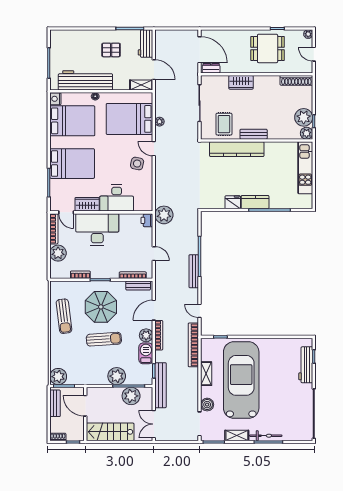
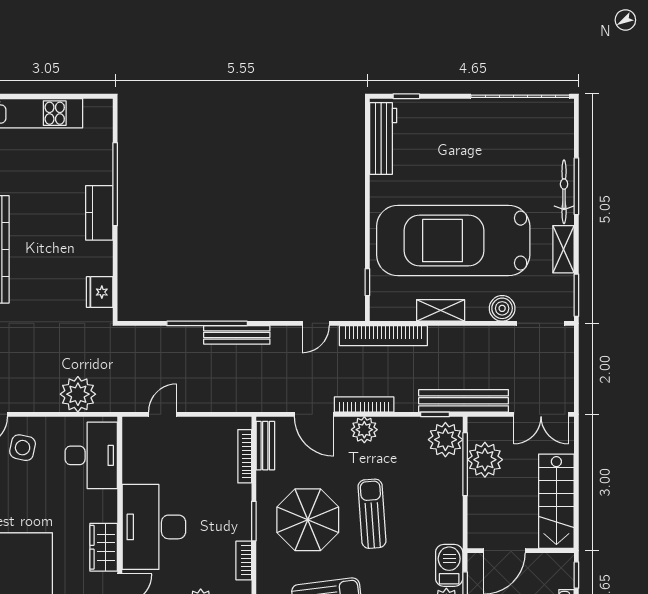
desk: (117, 198) -> (91, 455), moved
fridge: (233, 202) -> (100, 292), moved
plant: (164, 215) -> (78, 394), moved
printer: (147, 220) -> (136, 428), removed
door: (154, 254) -> (163, 414), moved
barbecue: (146, 353) -> (449, 565), moved, turned 90
workbench: (306, 365) -> (383, 138), moved, turned -90
plant: (117, 376) -> (445, 440), moved

